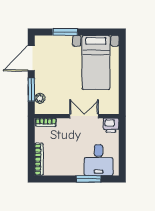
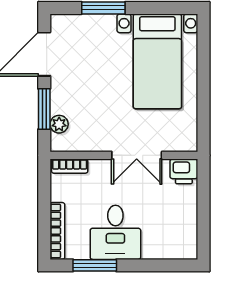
double door: (84, 116) -> (137, 155), swing flipped
desk: (99, 160) -> (115, 232), moved
window: (89, 179) -> (95, 265), moved

